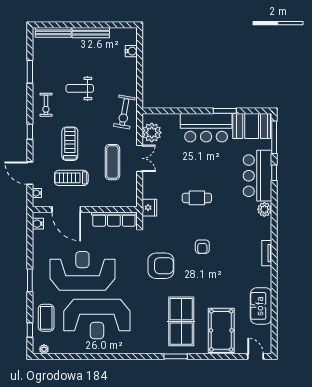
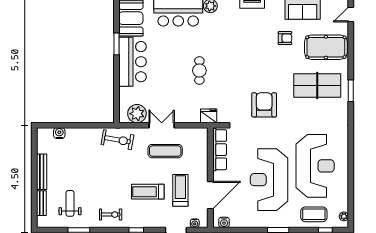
bench: (53, 32) -> (41, 203), width x0.73
weight bench: (80, 88) -> (70, 203), moved, turned 180
treadmill: (71, 178) -> (180, 190), turned 180
armchair: (202, 247) -> (285, 38), moved

